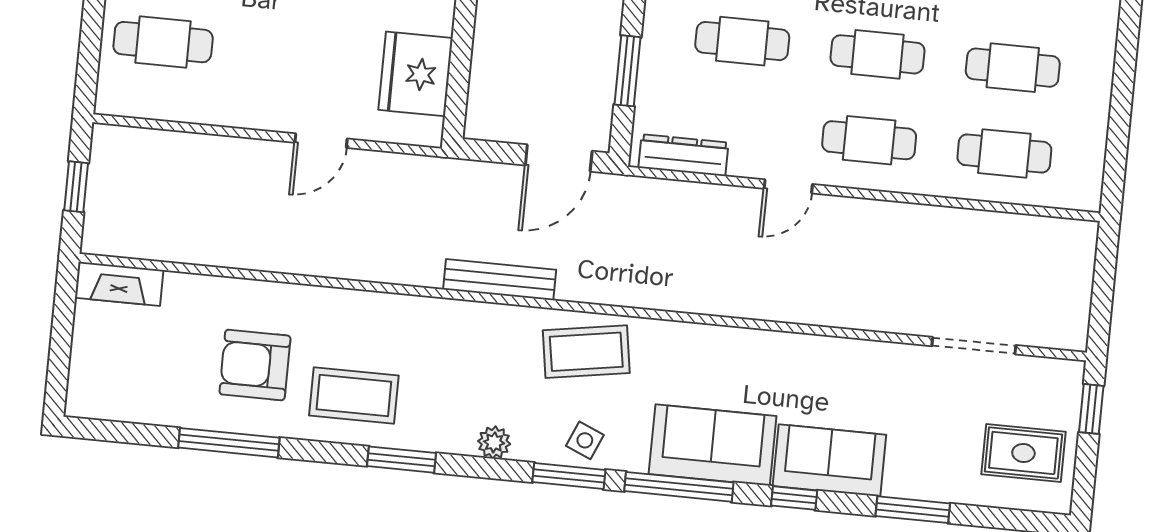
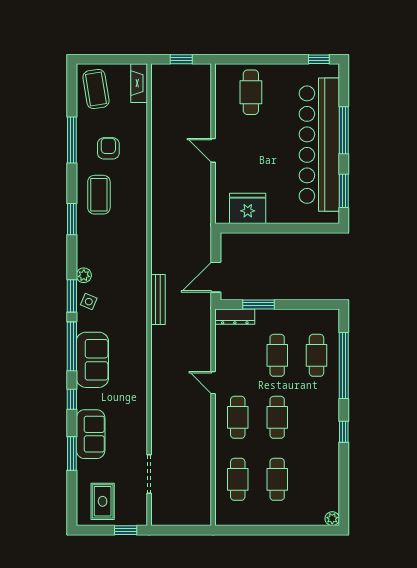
door: (321, 141) -> (213, 150), moved
dresser: (683, 155) -> (235, 317), moved, turned 90
door: (559, 158) -> (216, 277), hinge flipped
bench: (500, 280) -> (158, 299), moved
coffee table: (586, 352) -> (96, 89), moved
armchair: (255, 365) -> (108, 148), width x0.72, depth x0.72
plant: (494, 442) -> (84, 275), moved
sofa: (829, 460) -> (91, 434), moved

